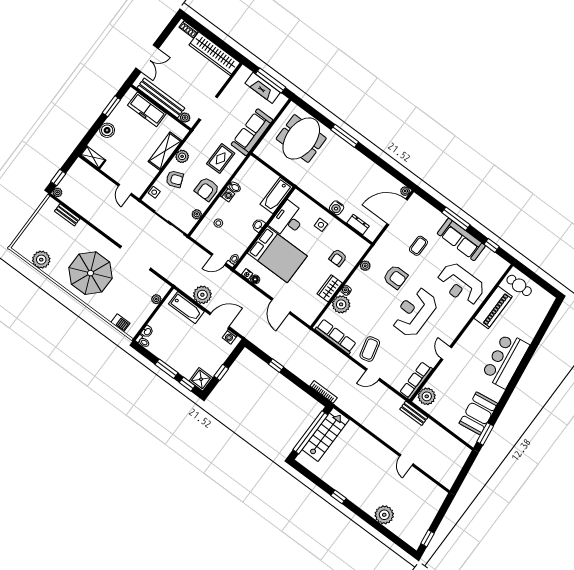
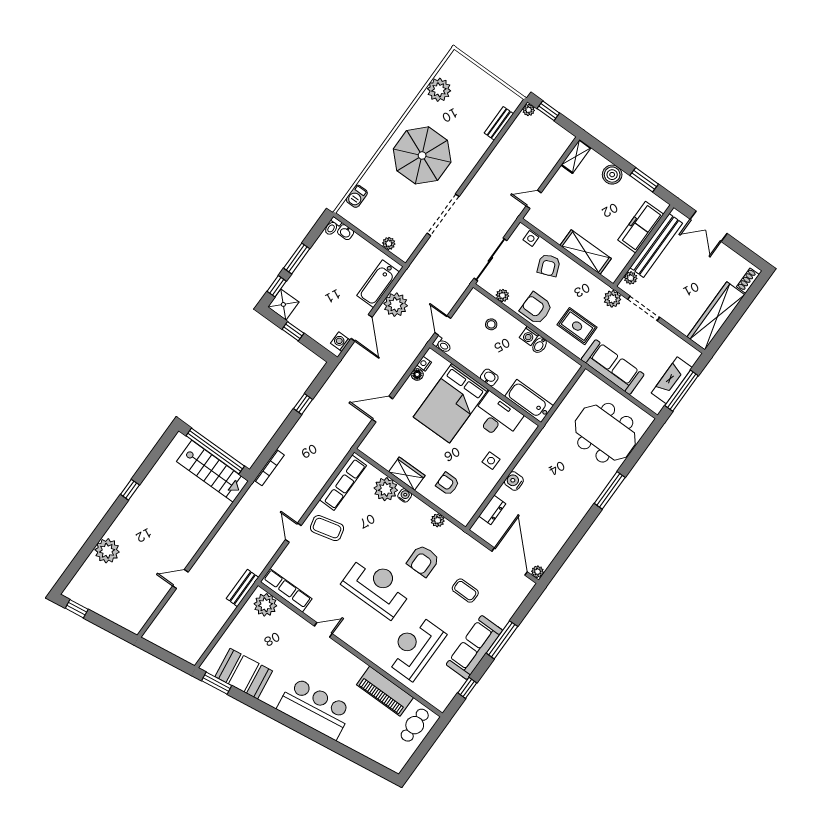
plant: (182, 156) -> (612, 299), moved

